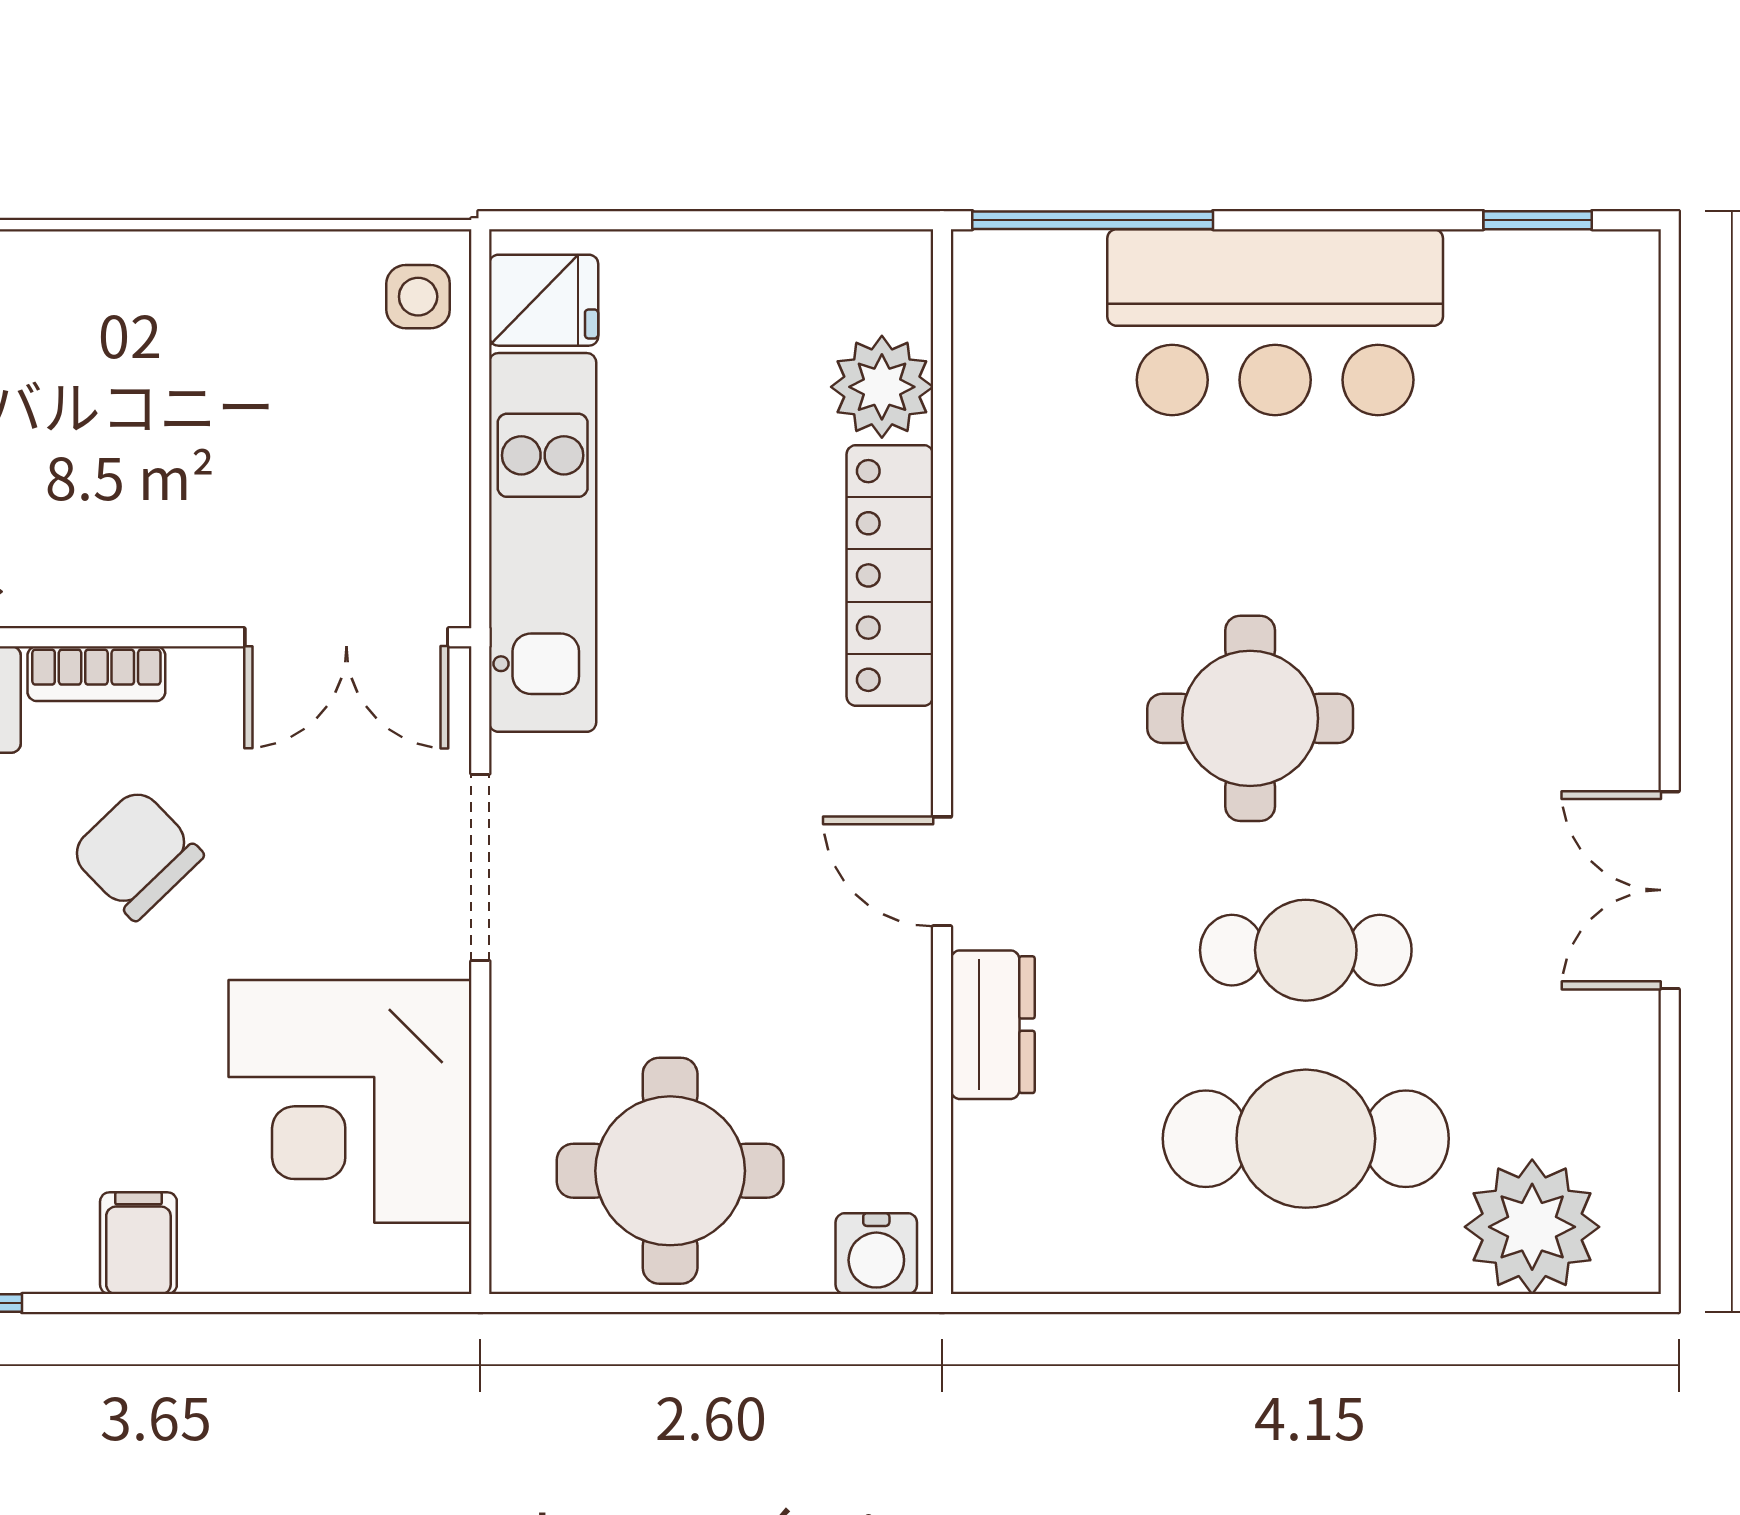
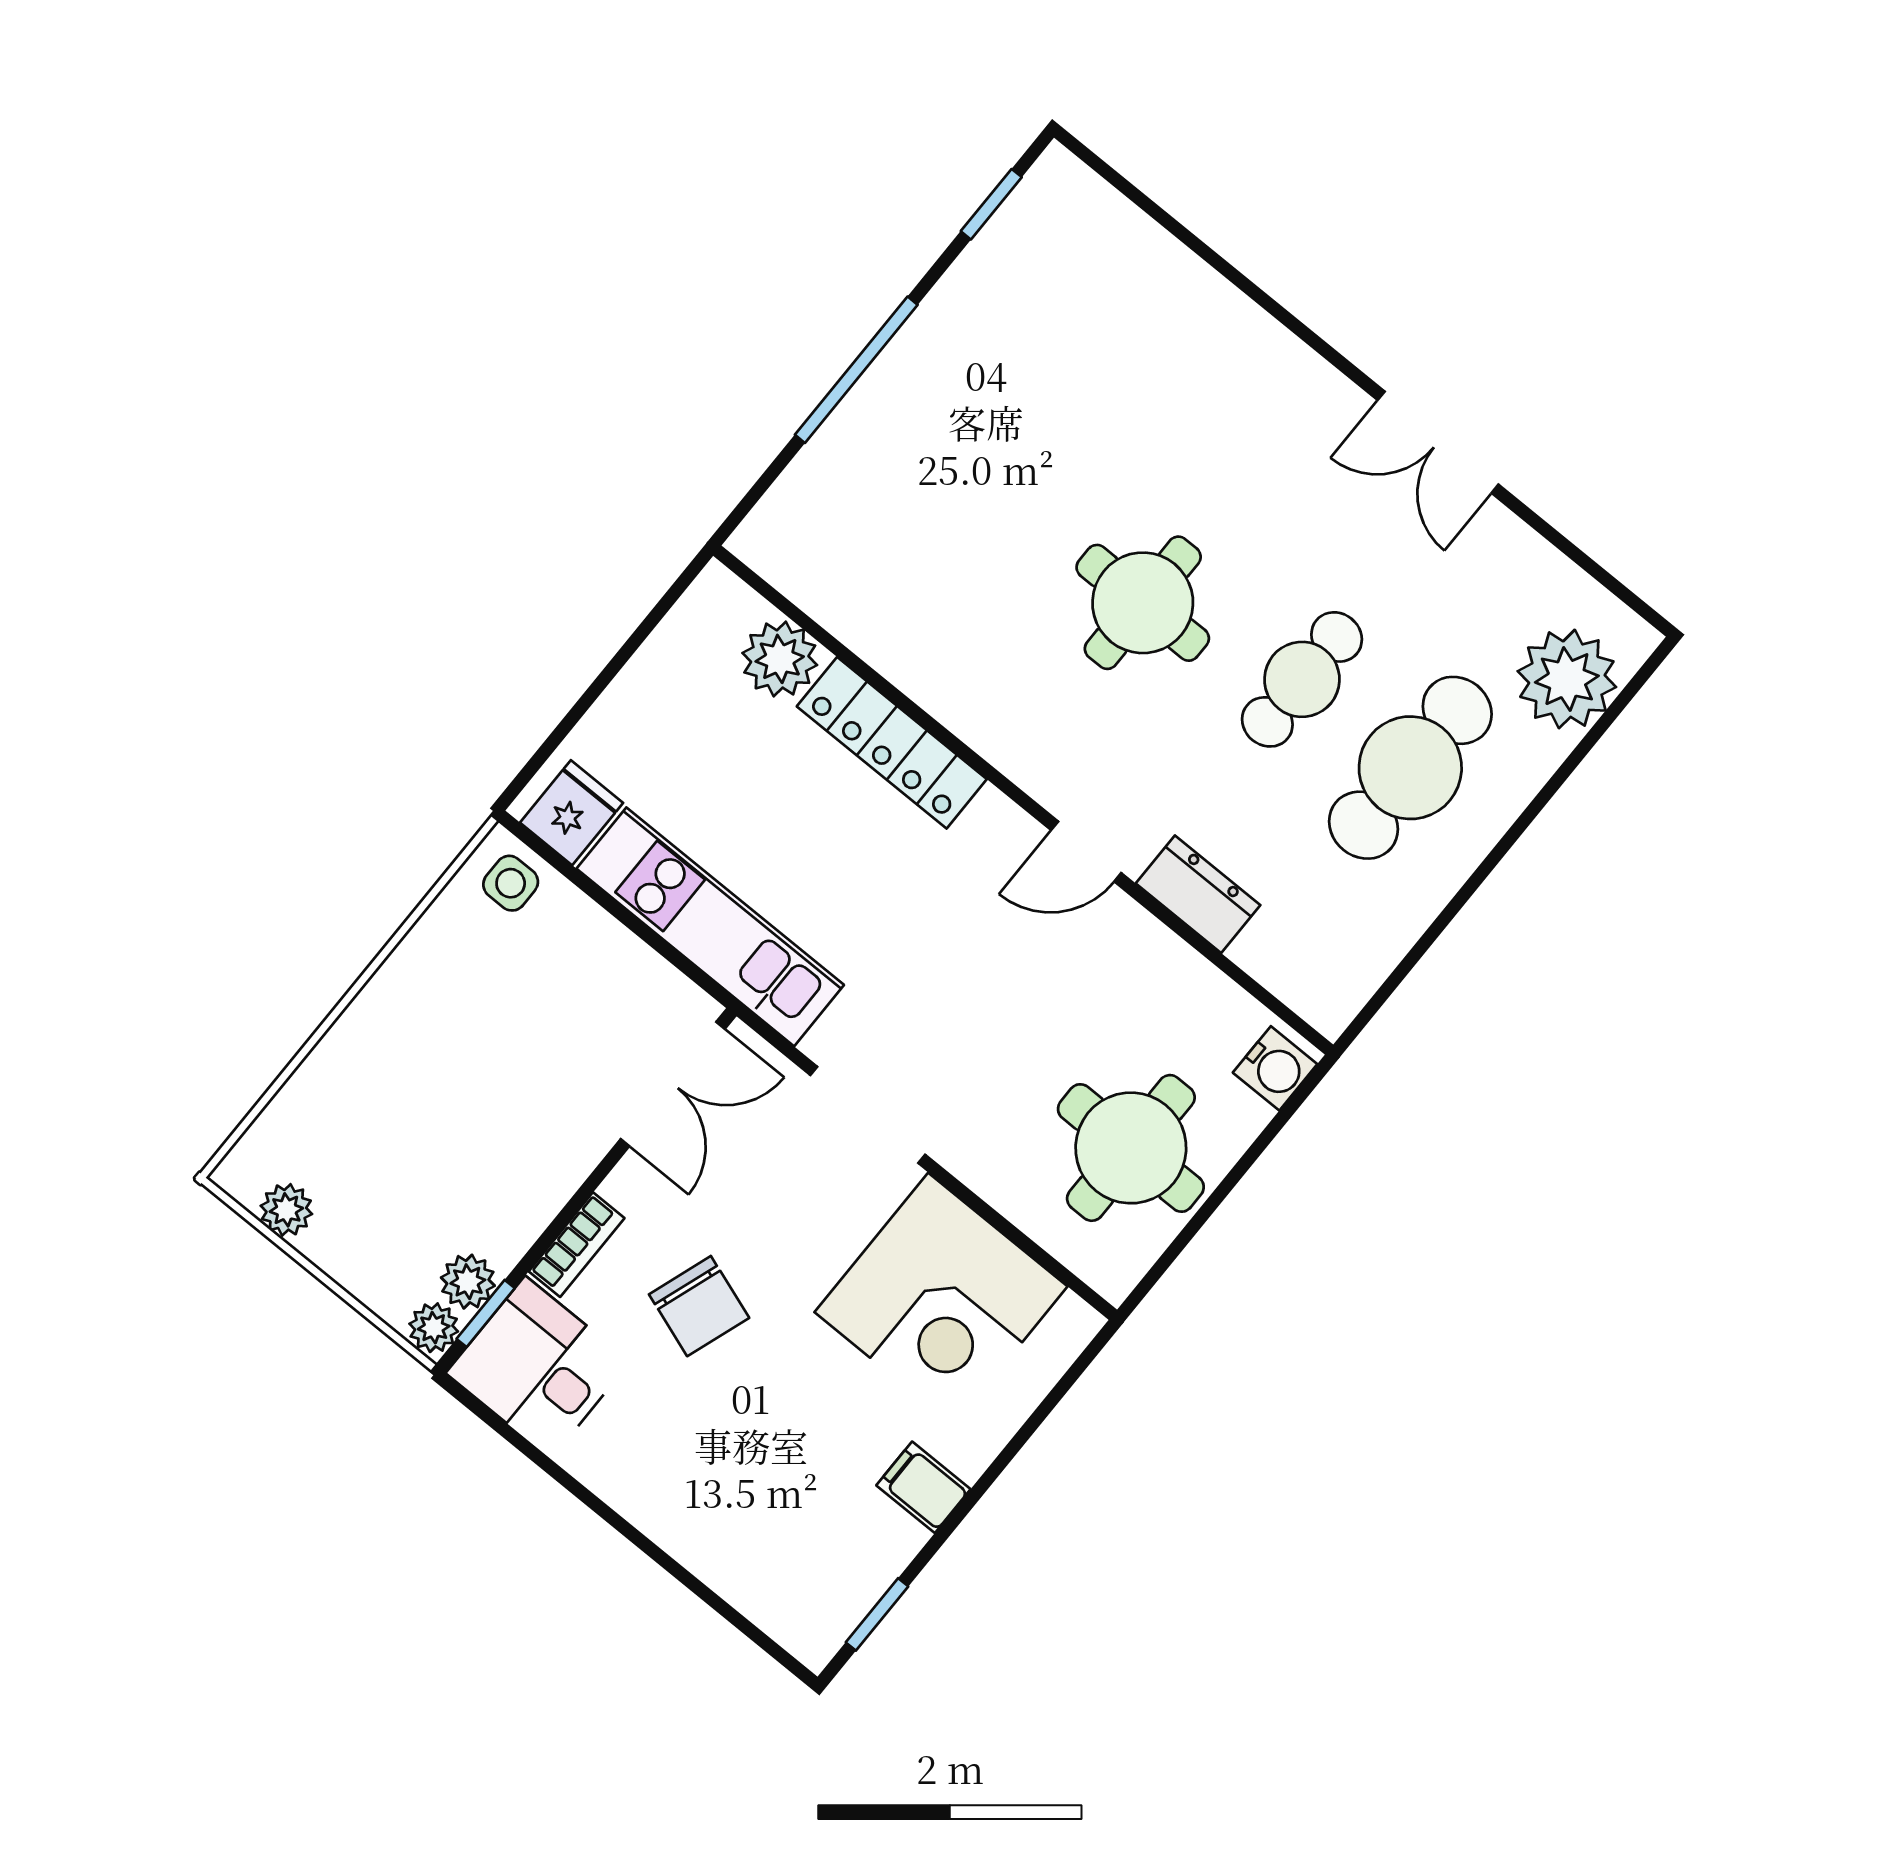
window: (1093, 220) -> (856, 370), moved
bar counter: (1275, 322) -> (927, 403), removed
chair: (137, 854) -> (699, 1306), turned -117

